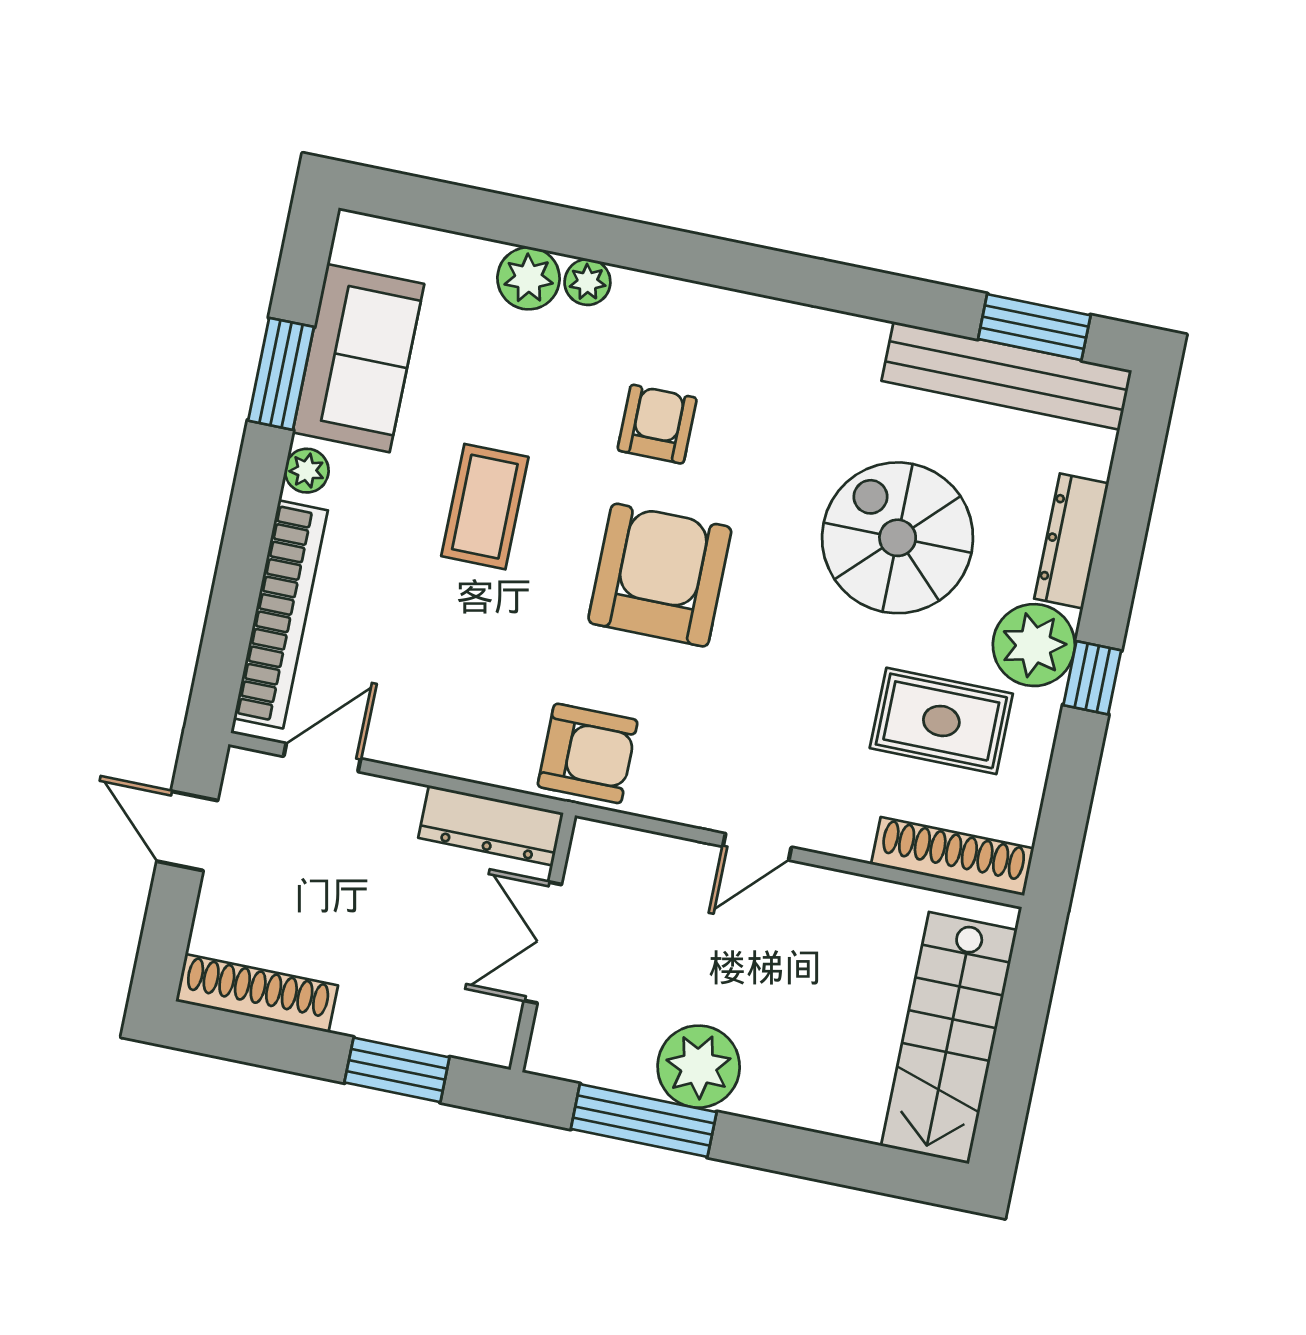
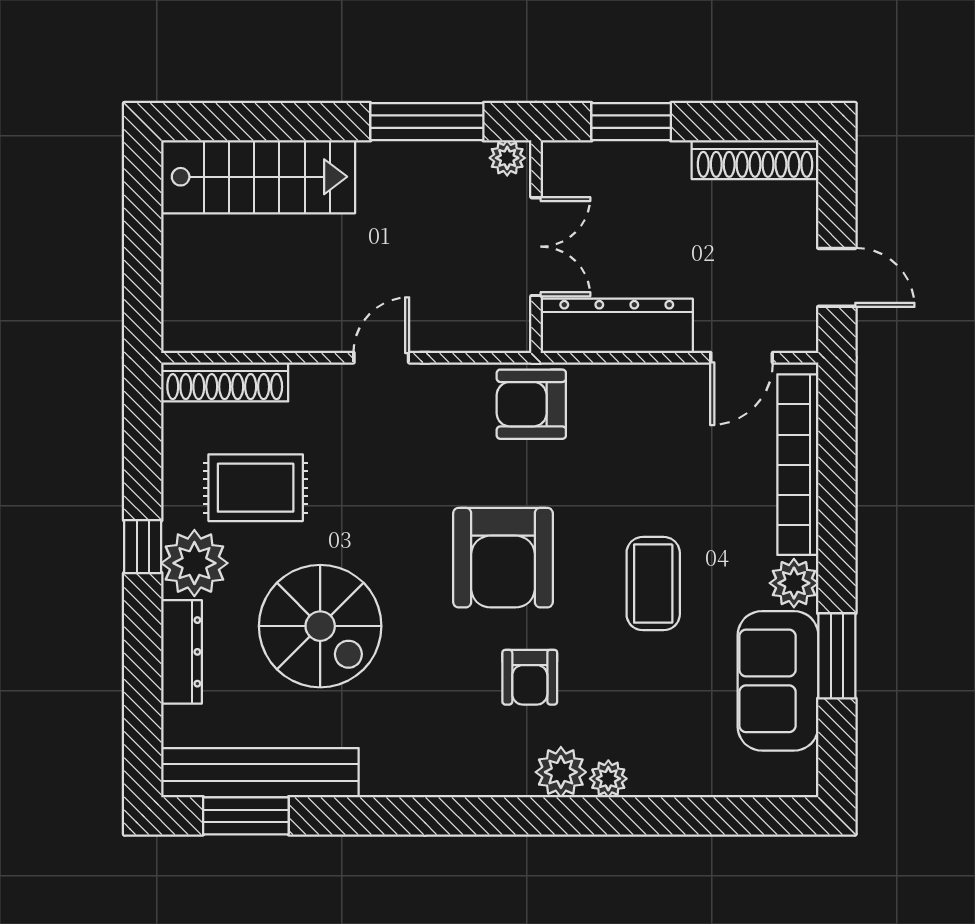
plant: (529, 278) -> (561, 772), moved
plant: (307, 471) -> (794, 583), width x1.38, depth x1.38
dresser: (491, 825) -> (617, 326), width x1.37, depth x1.24
stairs: (949, 1038) -> (258, 177), moved, turned 90
plant: (699, 1067) -> (507, 158), moved, width x0.53, depth x0.53

